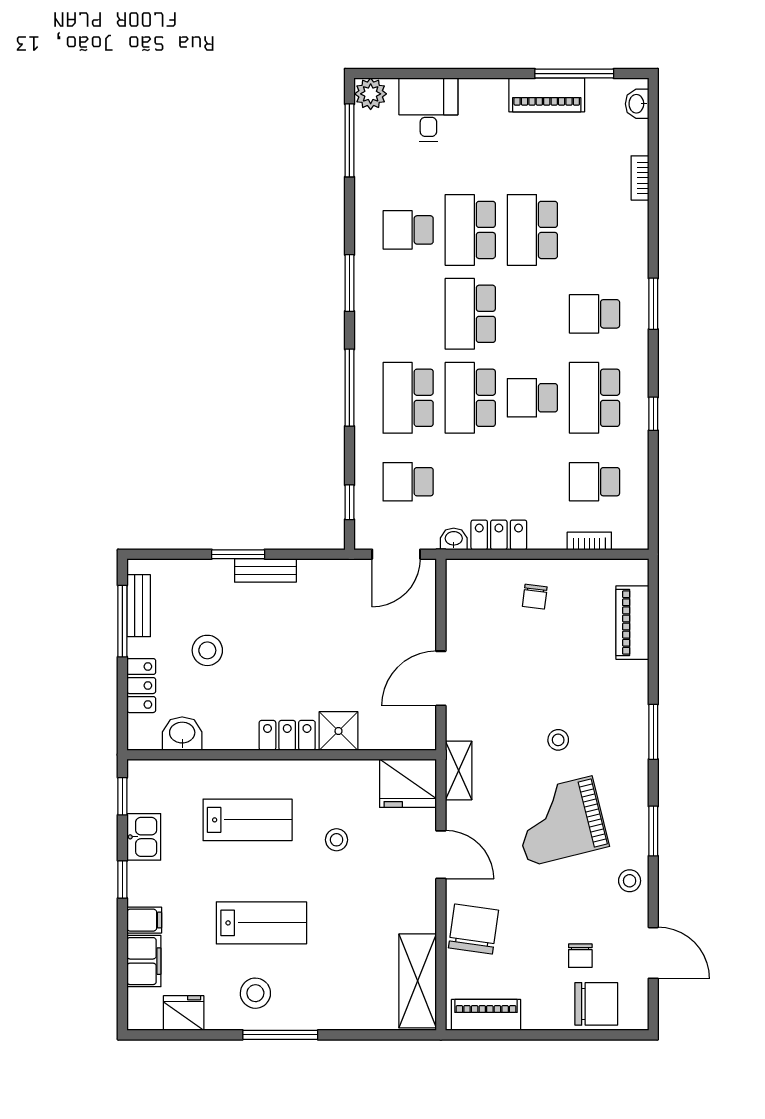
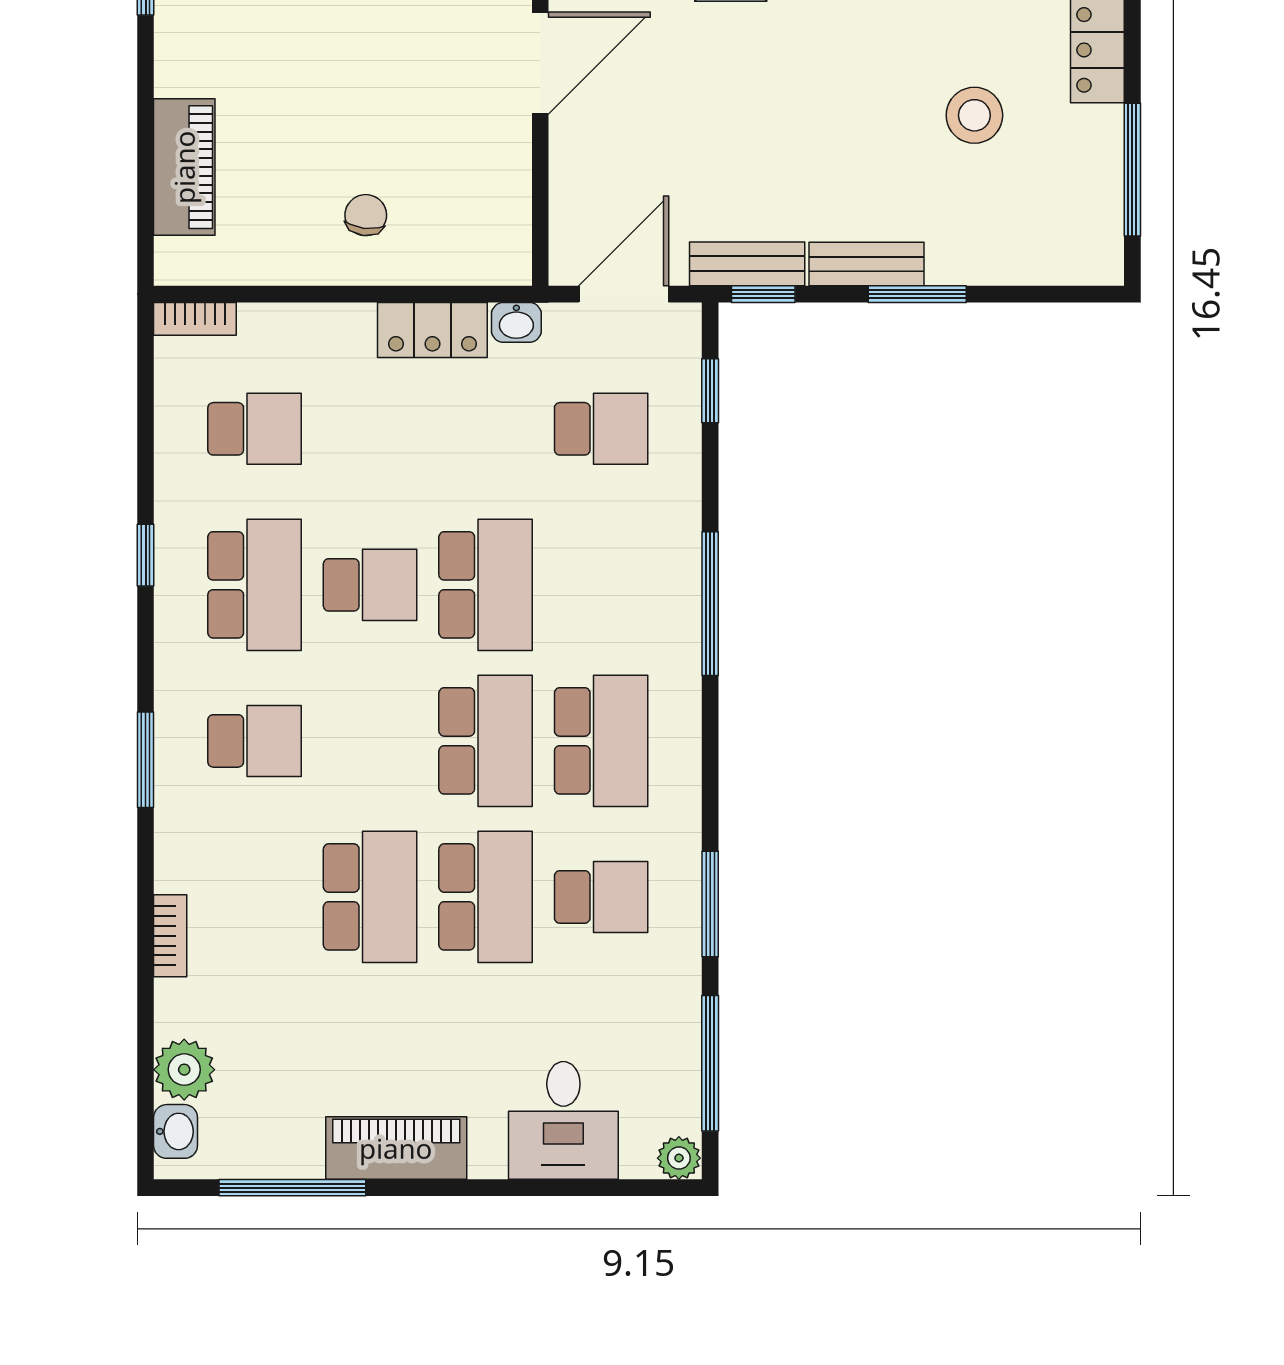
plant: (371, 94) -> (679, 1158), width x0.73, depth x0.73
piano: (547, 95) -> (396, 1148), moved
plant: (632, 137) -> (184, 1070), added
bookcase: (640, 178) -> (170, 936), moved
window: (349, 283) -> (710, 904), moved
school desk: (408, 398) -> (601, 741), moved
bookcase: (589, 541) -> (195, 319), moved
window: (321, 554) -> (763, 294), added
bench: (139, 606) -> (747, 264), moved, turned 90

